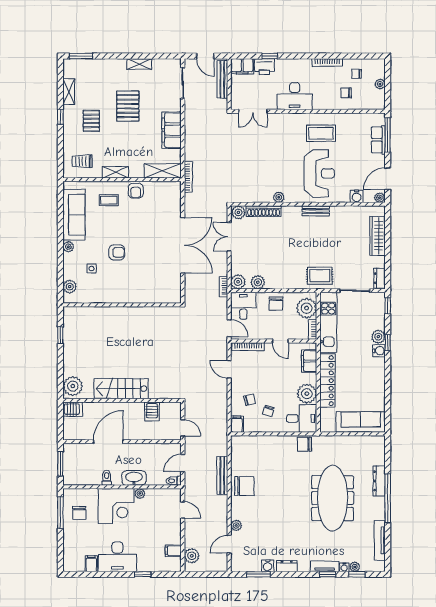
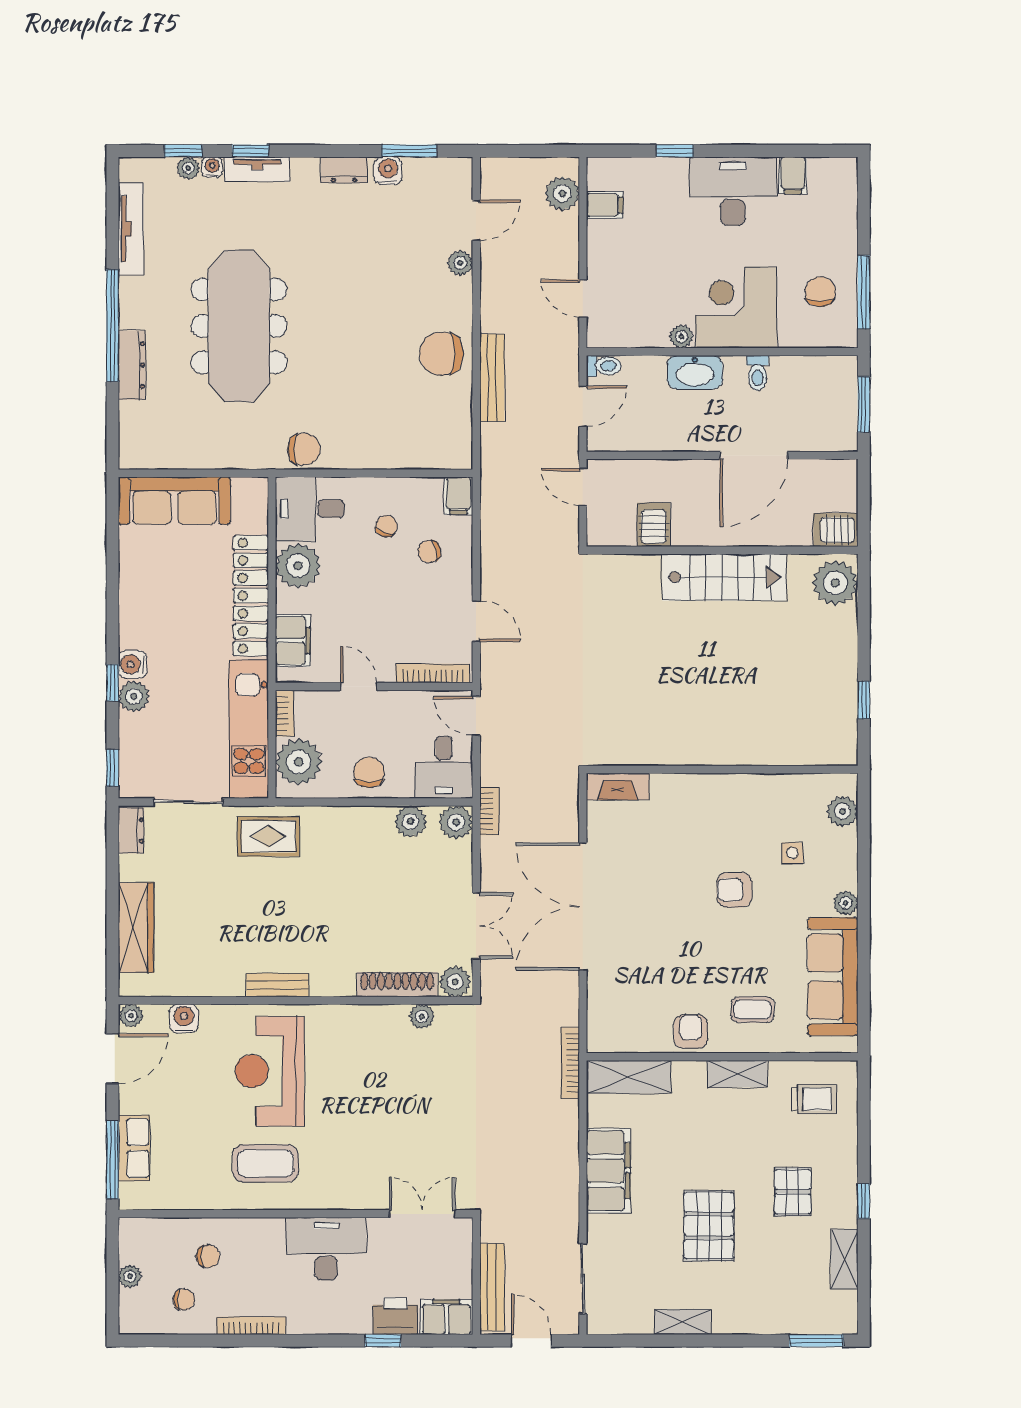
plant: (279, 197) -> (422, 1016), moved
fireplace: (168, 297) -> (618, 786), added

